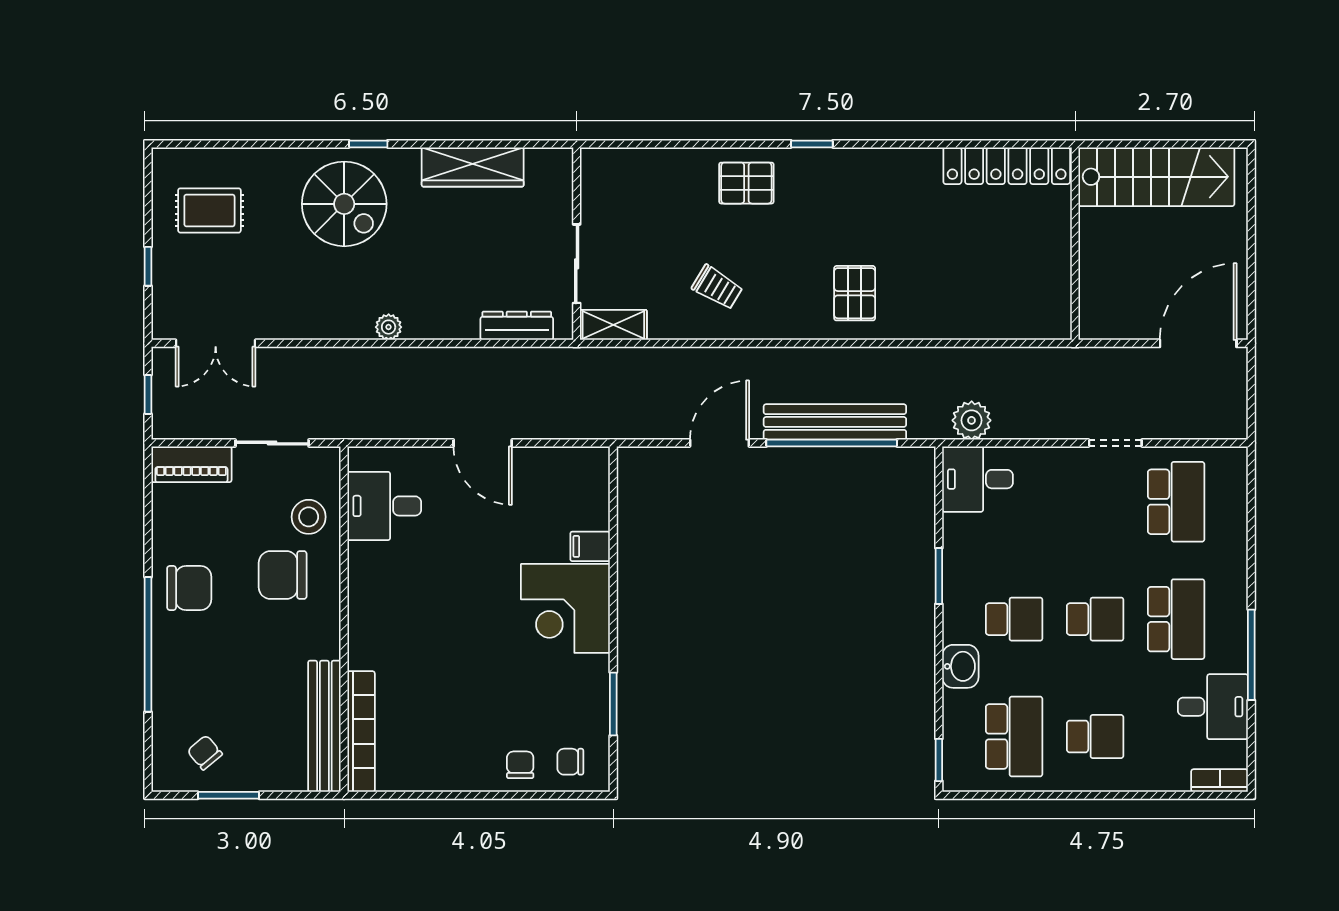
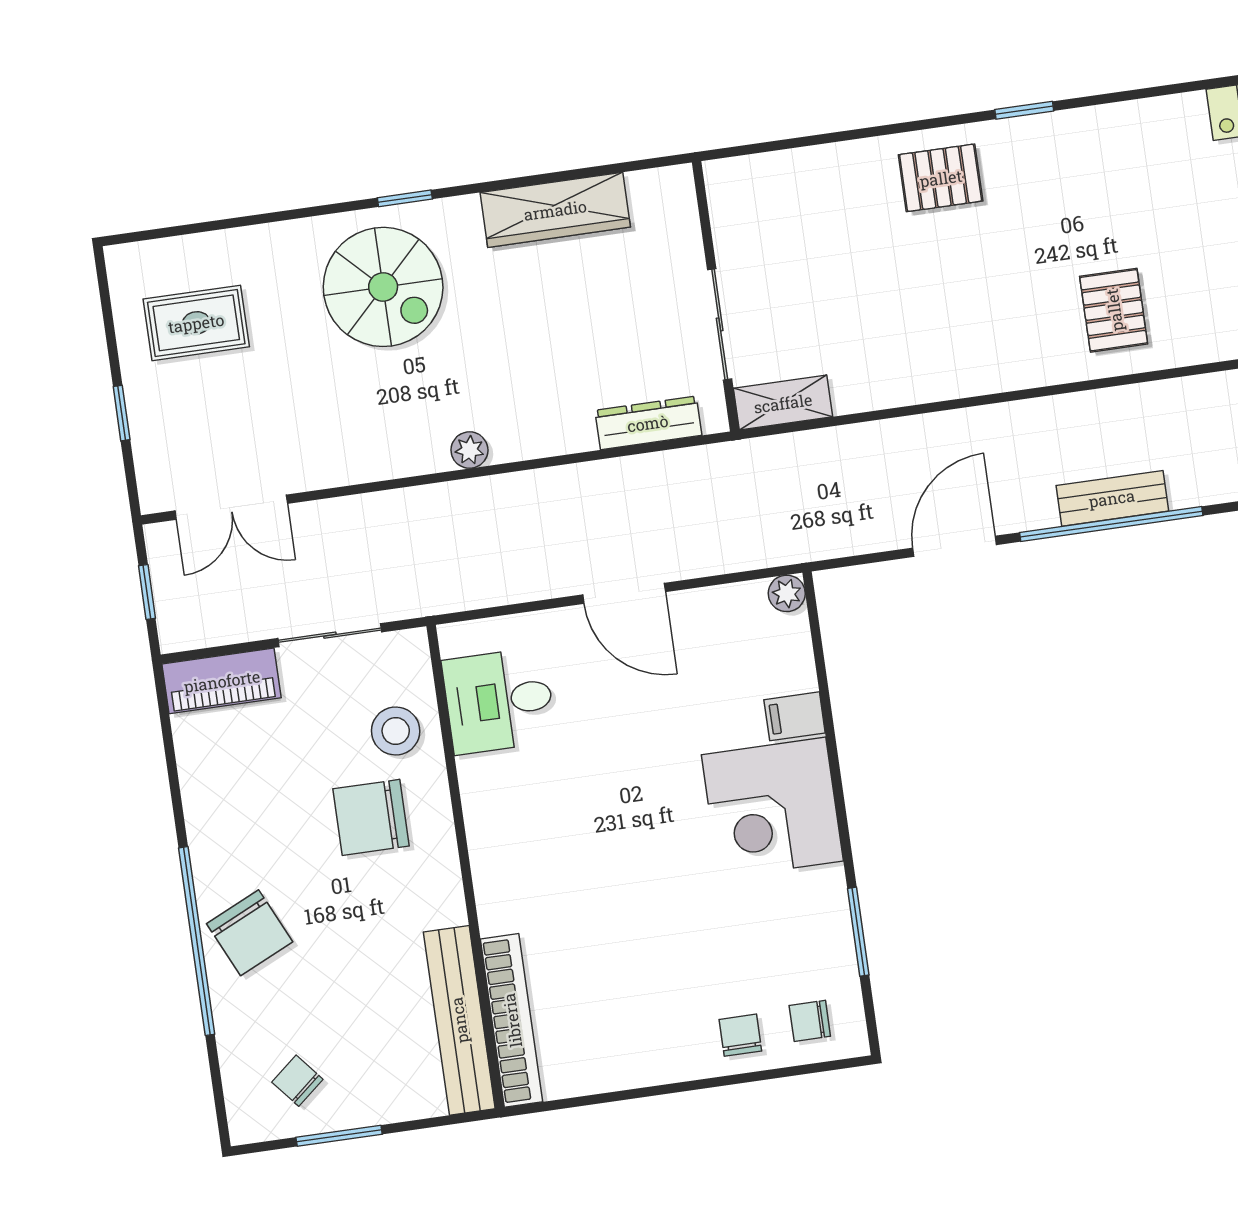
trolley: (717, 287) -> (921, 329), removed
bench: (835, 422) -> (1112, 498), width x0.54, depth x0.82
plant: (597, 459) -> (787, 593), added
chair: (189, 588) -> (250, 933), moved, turned 65

